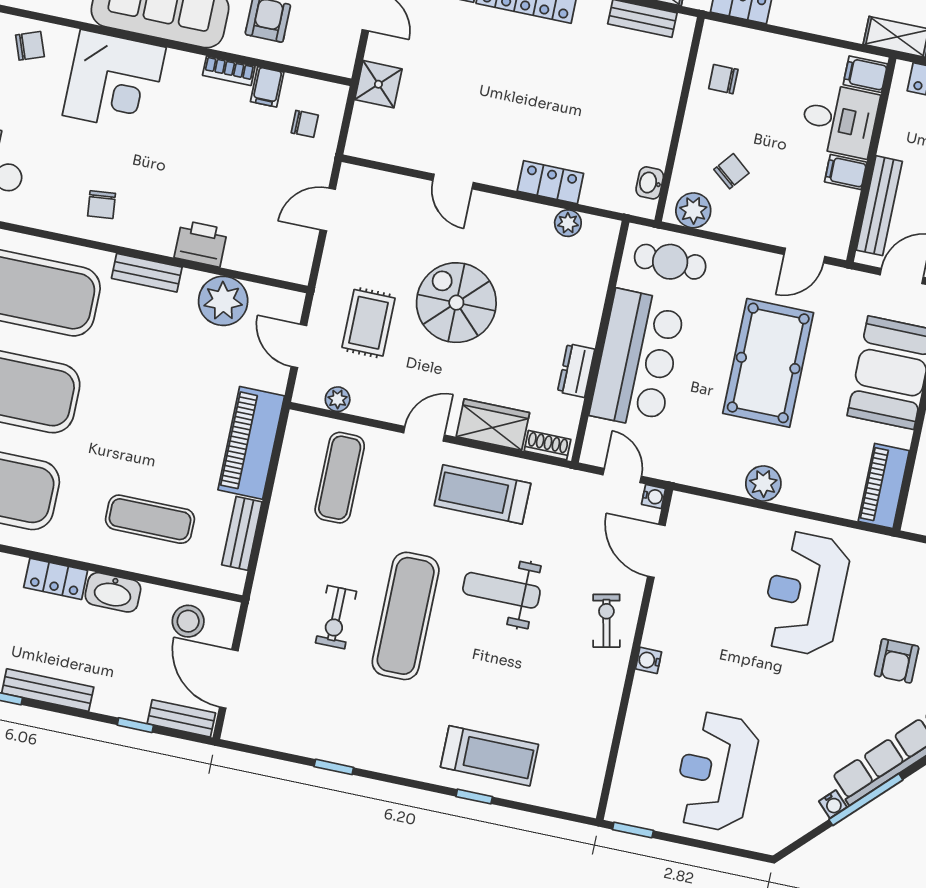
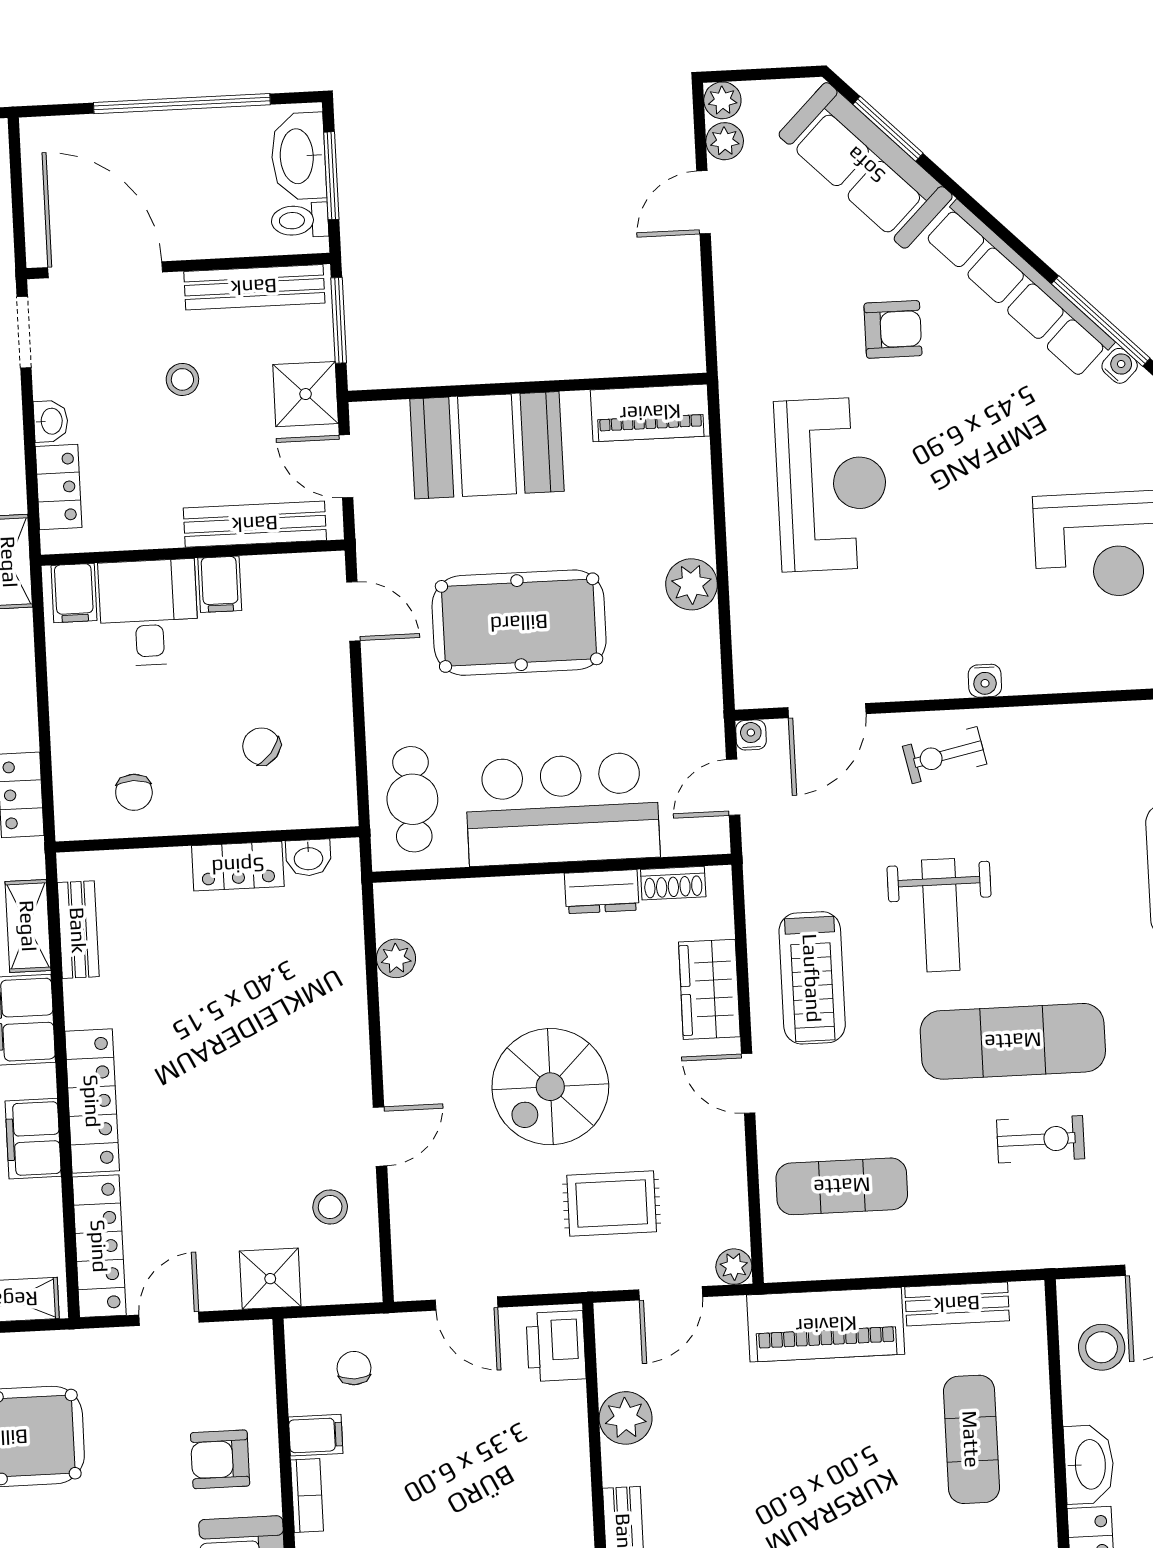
stool: (415, 136) -> (330, 1207), added
locker: (550, 182) -> (238, 866), moved, turned -90
plant: (693, 210) -> (331, 786), removed
printer: (201, 244) -> (556, 1346), moved
plant: (223, 301) -> (626, 1418), width x0.73, depth x0.73
plant: (338, 399) -> (734, 1267), moved
shoe rack: (547, 445) -> (673, 883), moved, turned -90
reception desk: (805, 593) -> (832, 484), turned -90

